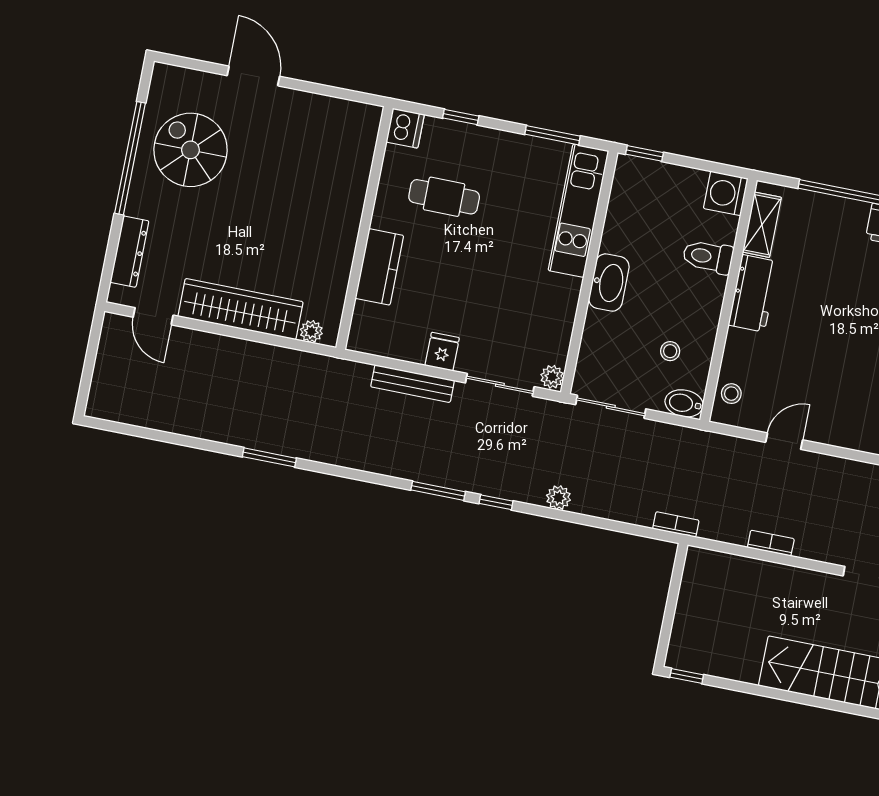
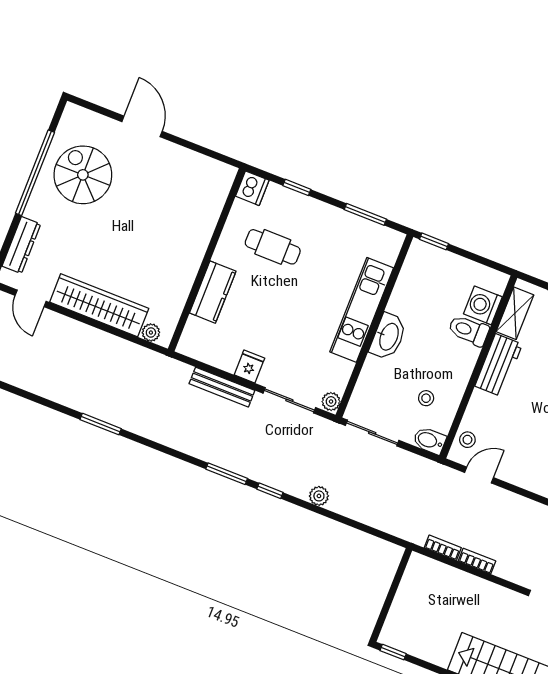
washing machine: (726, 193) -> (483, 305), moved
kitchen unit: (578, 211) -> (362, 310), moved
door: (784, 441) -> (479, 475), moved
bookcase: (676, 524) -> (443, 548), moved

